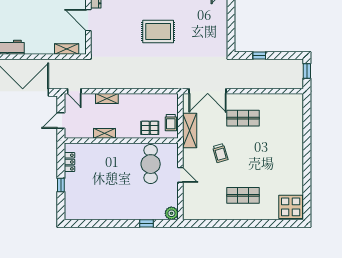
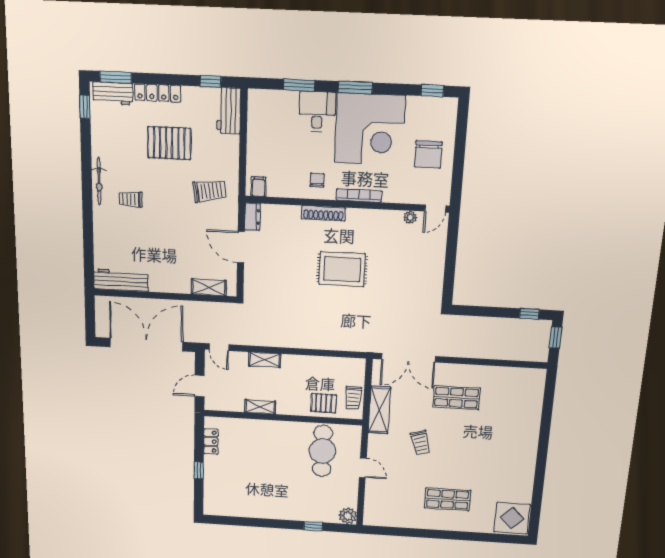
window: (259, 56) -> (529, 314), moved

